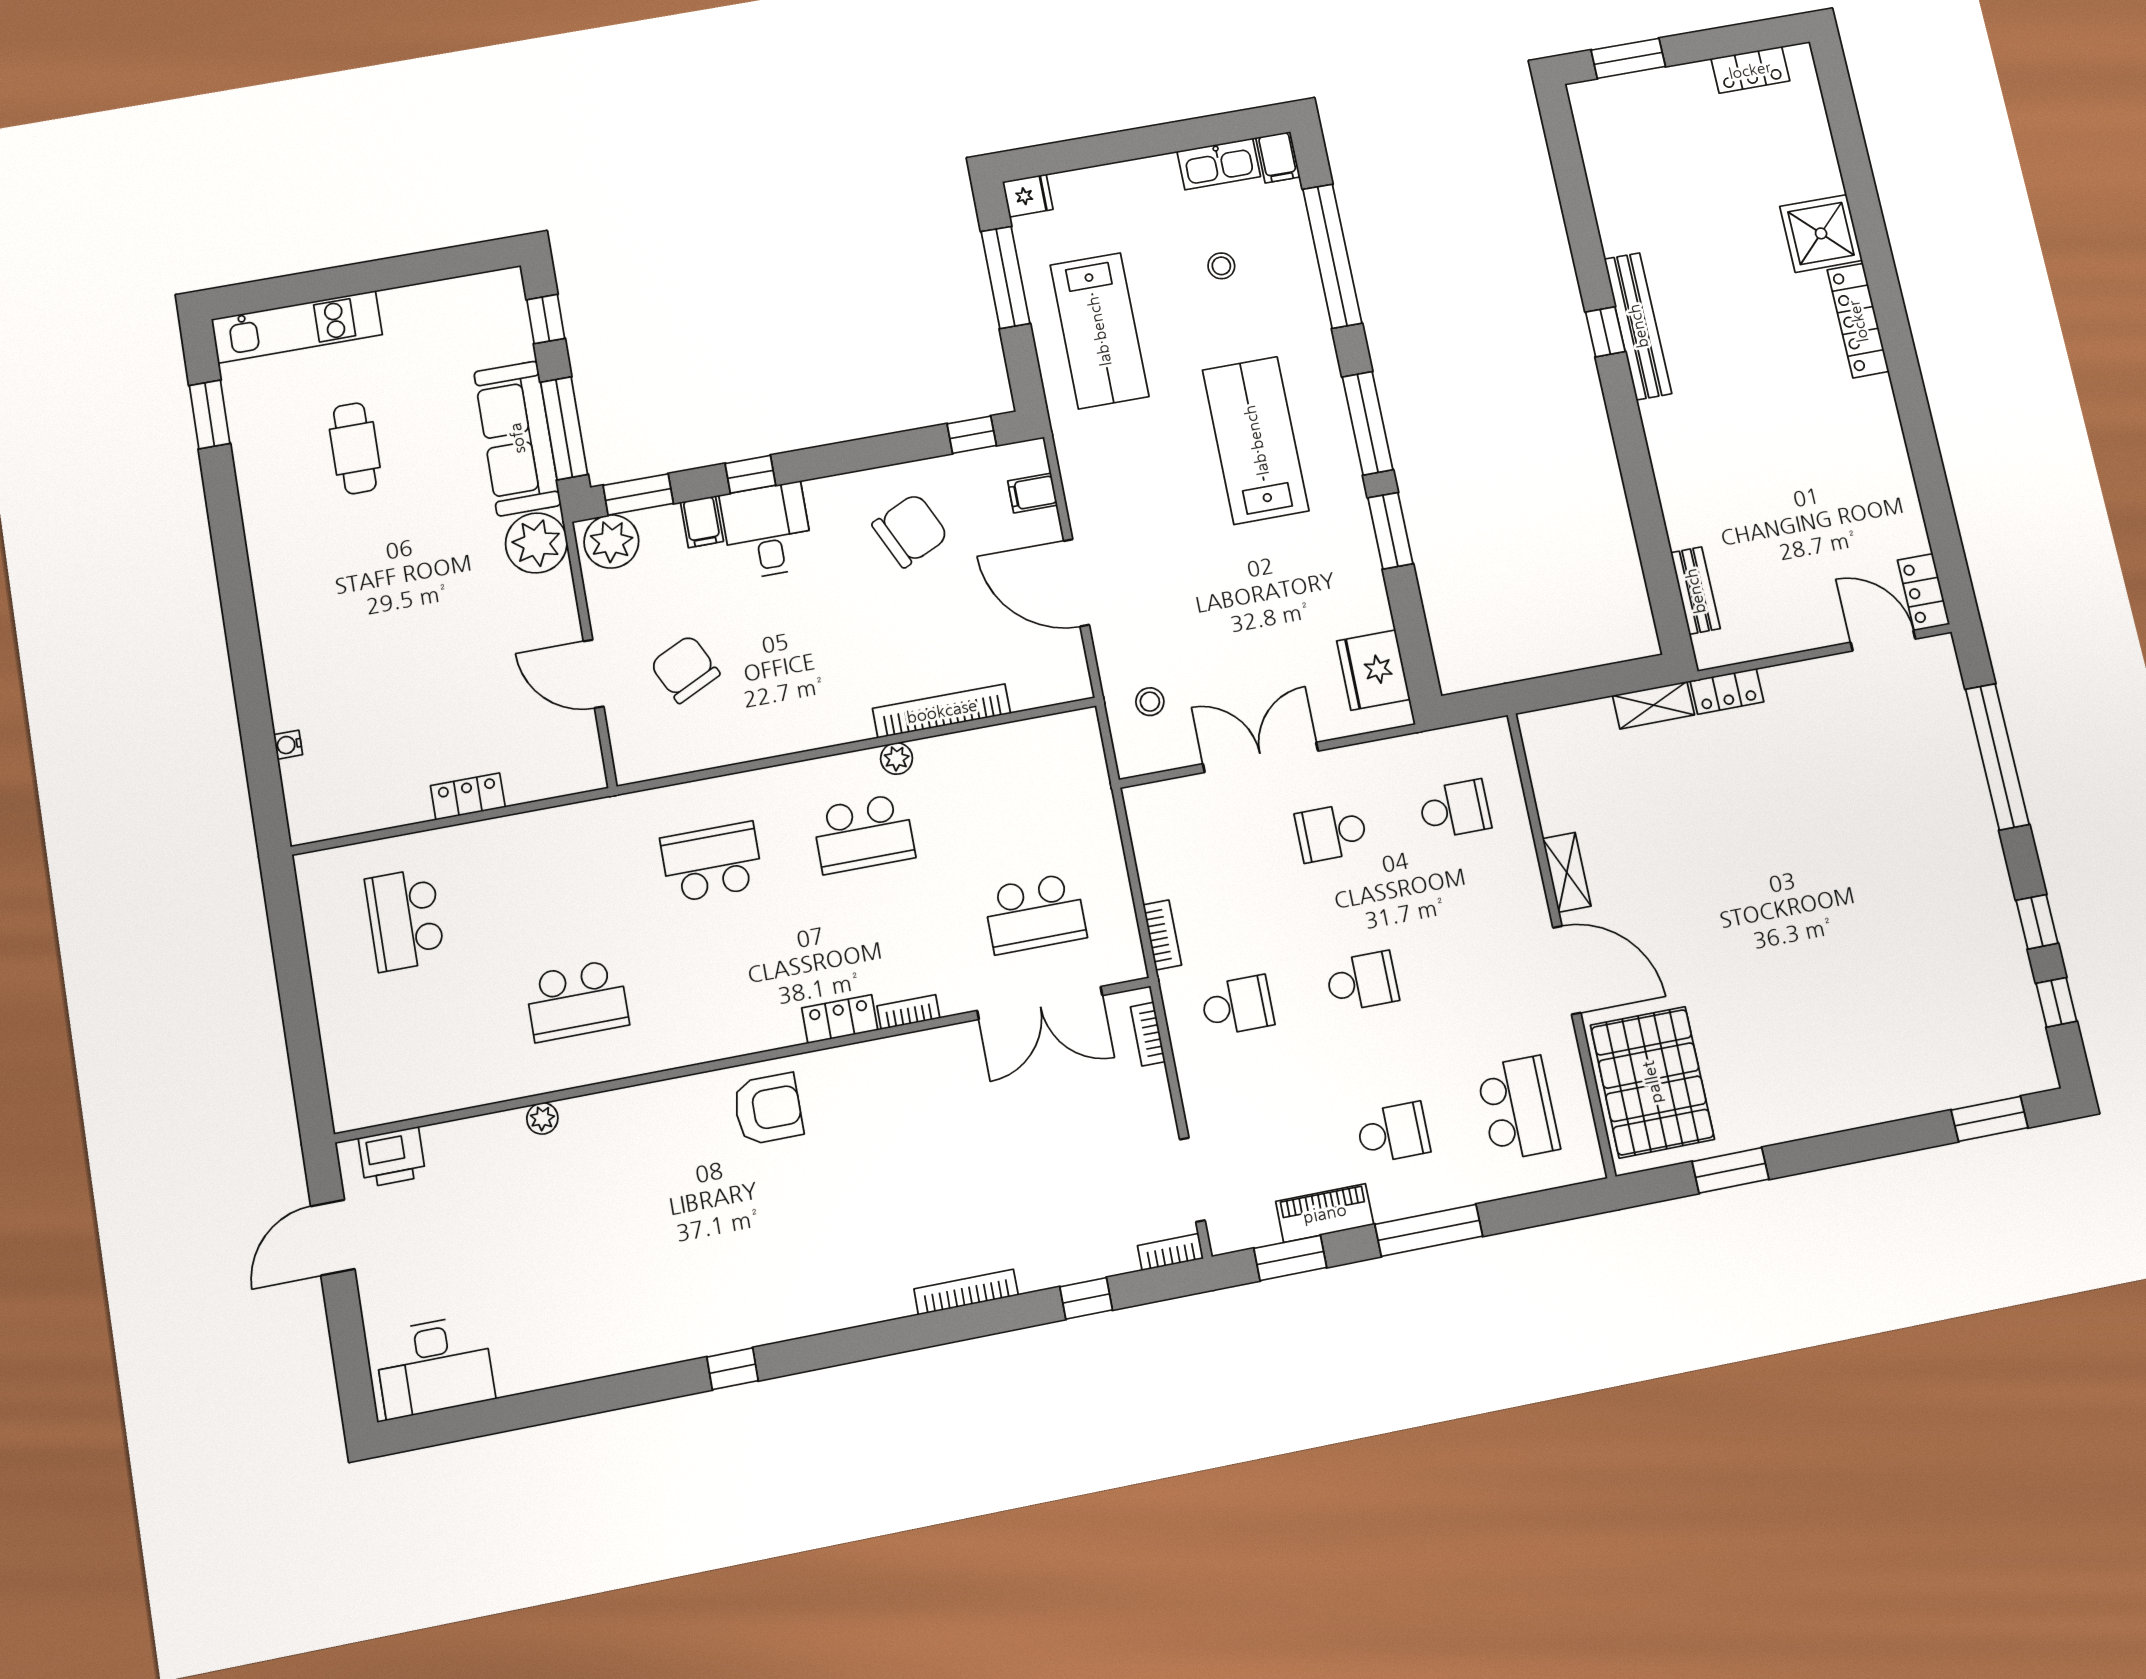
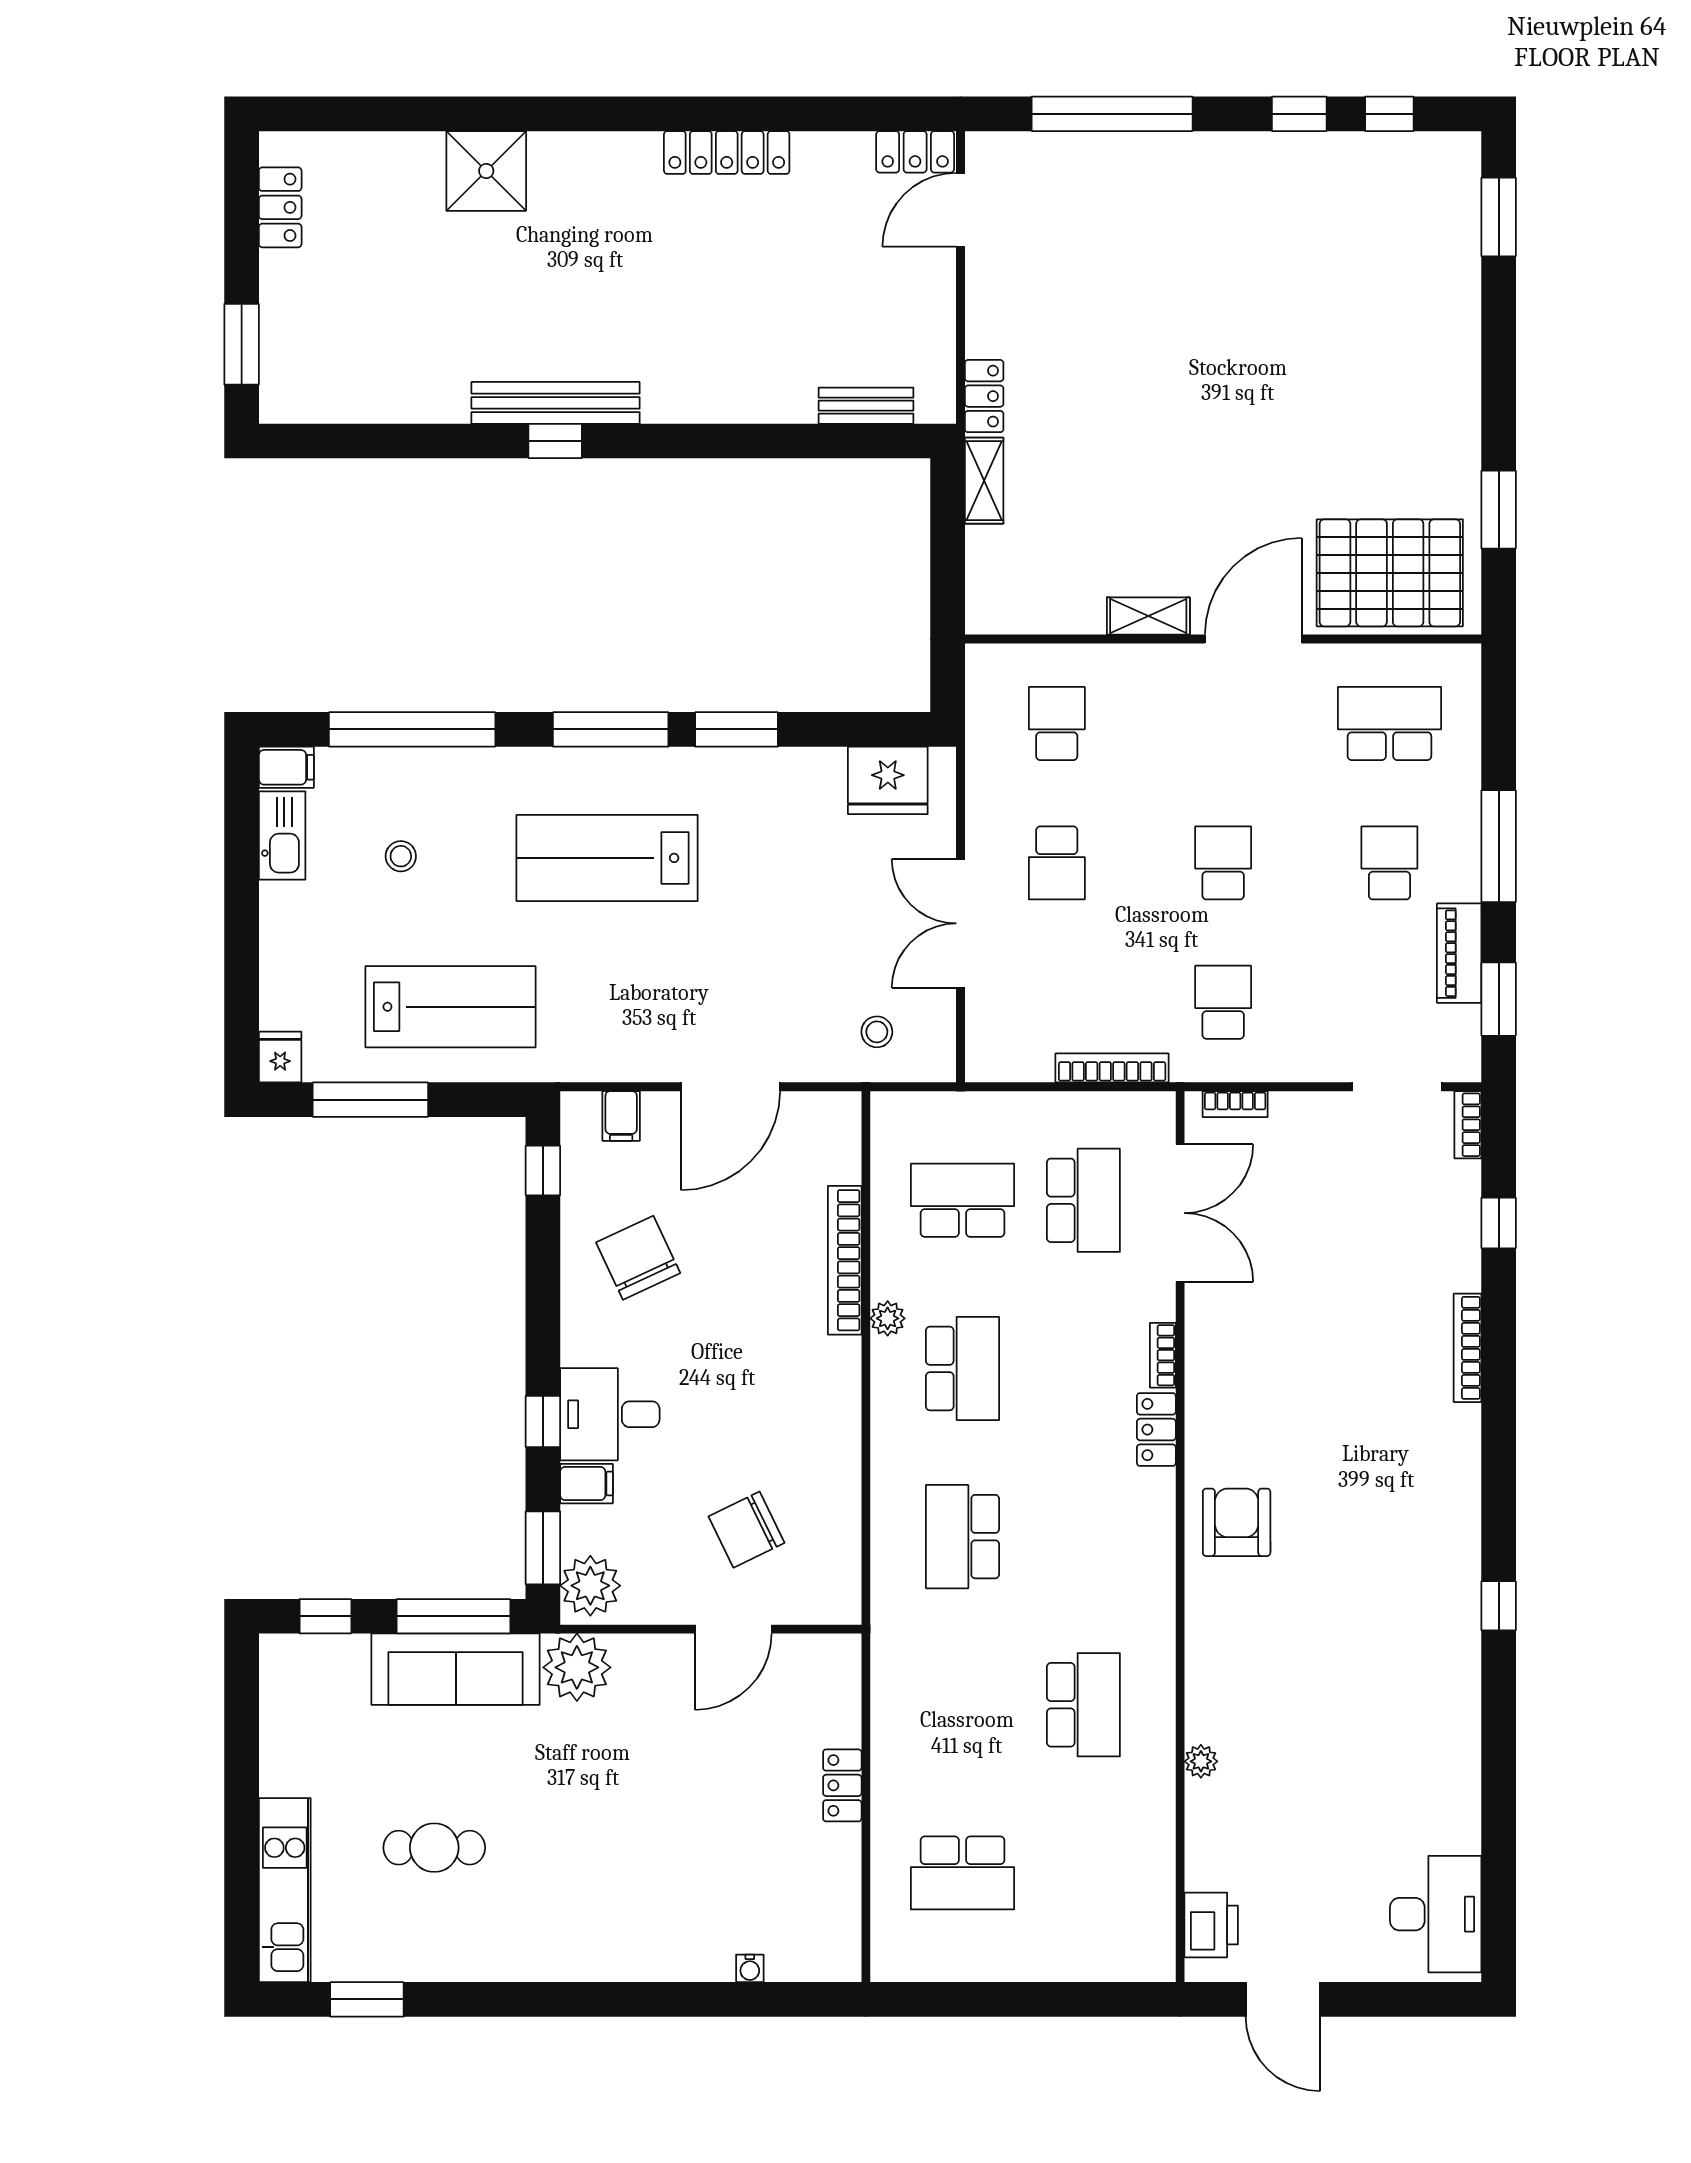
locker: (1858, 321) -> (727, 152), moved
school desk: (1015, 805) -> (962, 1200), added
bookcase: (1162, 935) -> (1112, 1068), width x1.56

